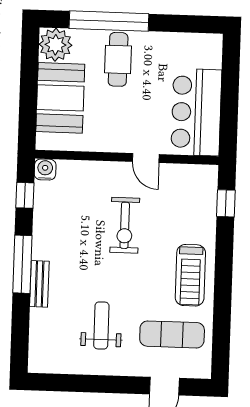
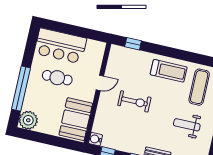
cafe table: (118, 59) -> (57, 78), moved
booth: (60, 98) -> (76, 119), moved, turned 90
bar counter: (196, 112) -> (60, 46), moved

